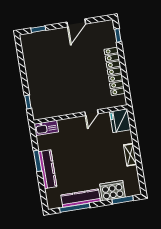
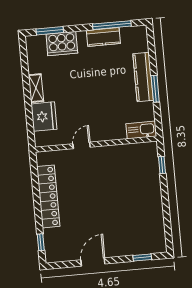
fridge: (120, 121) -> (44, 117), moved
kitchen counter: (81, 198) -> (103, 37), width x0.67

